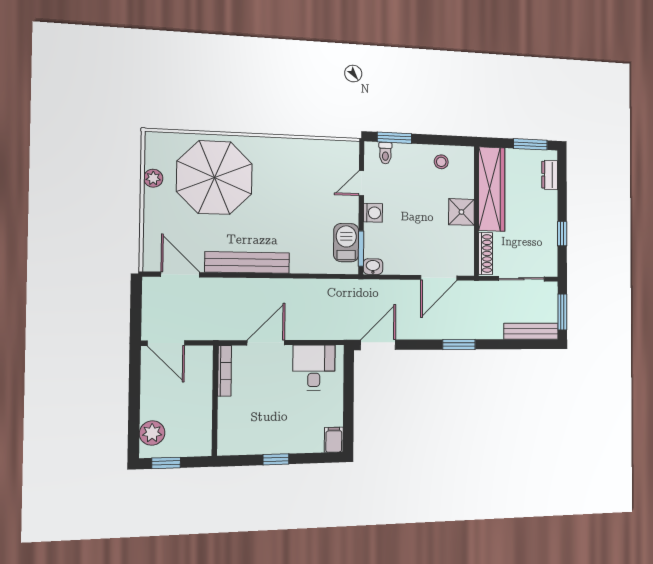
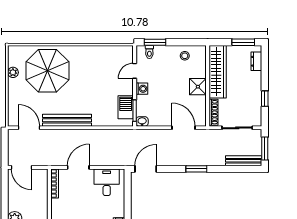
door: (439, 278) -> (183, 128), swing flipped

